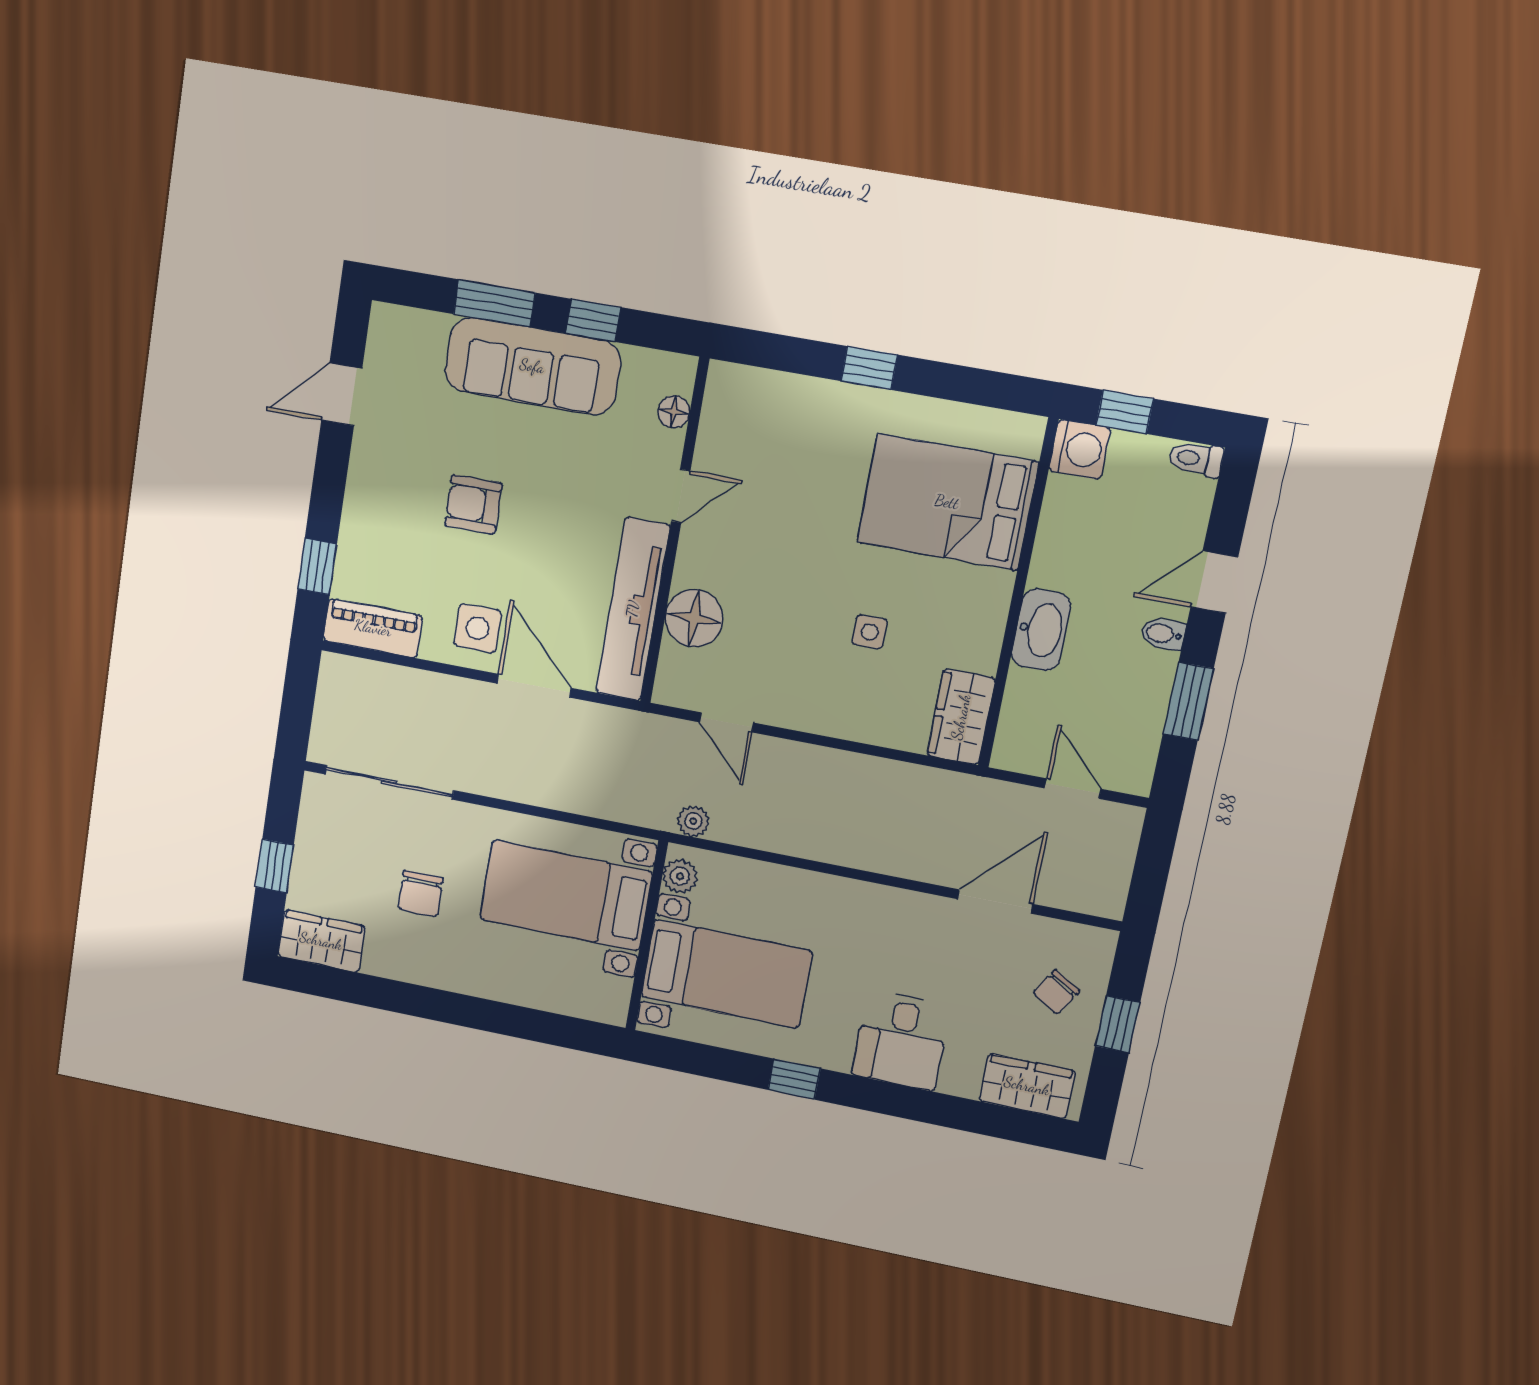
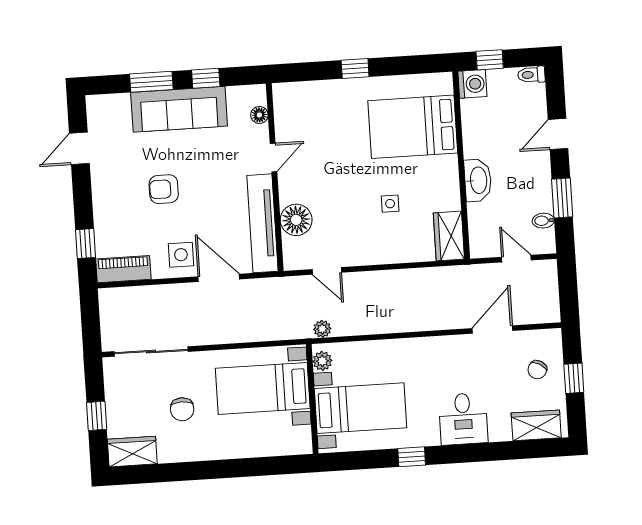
bidet: (1163, 634) -> (543, 221), moved

